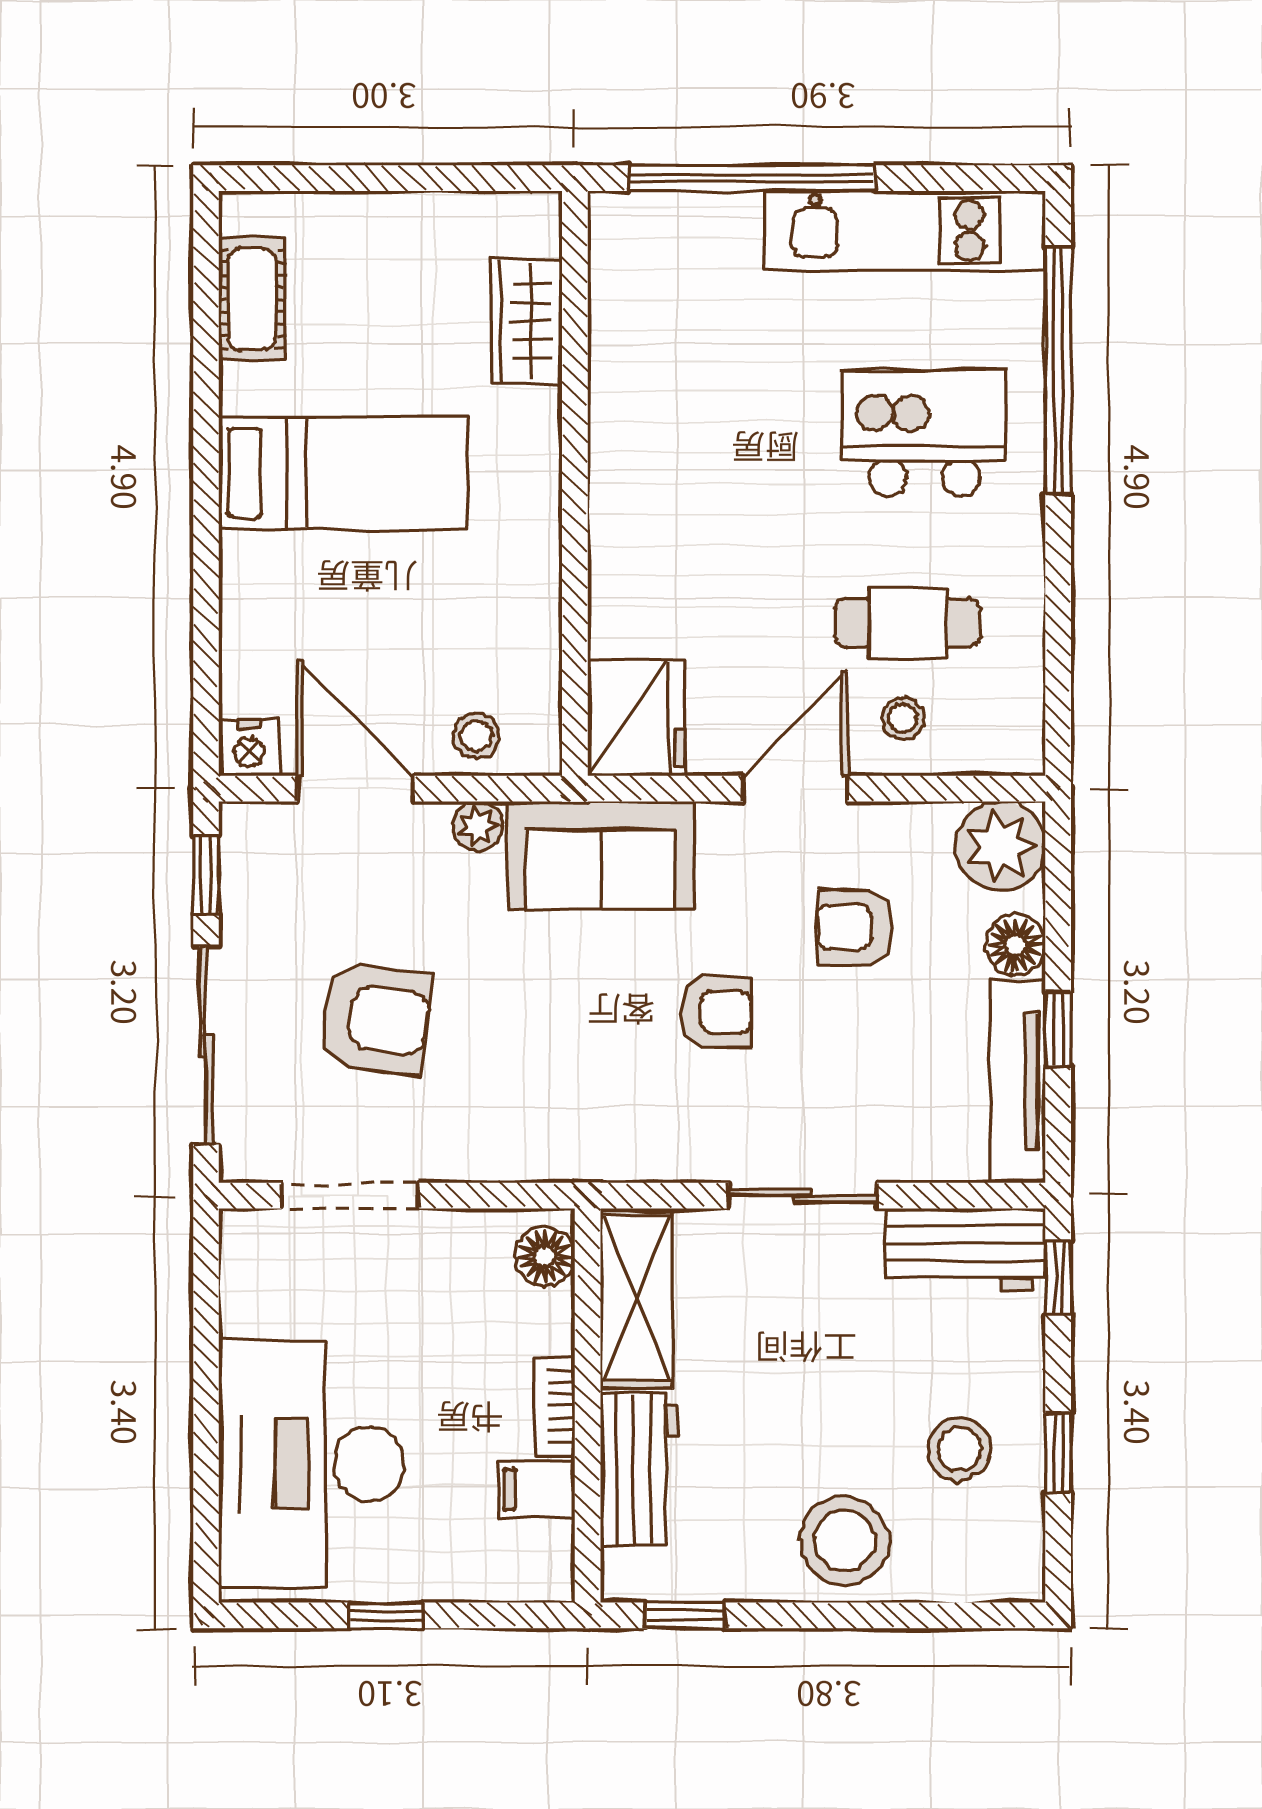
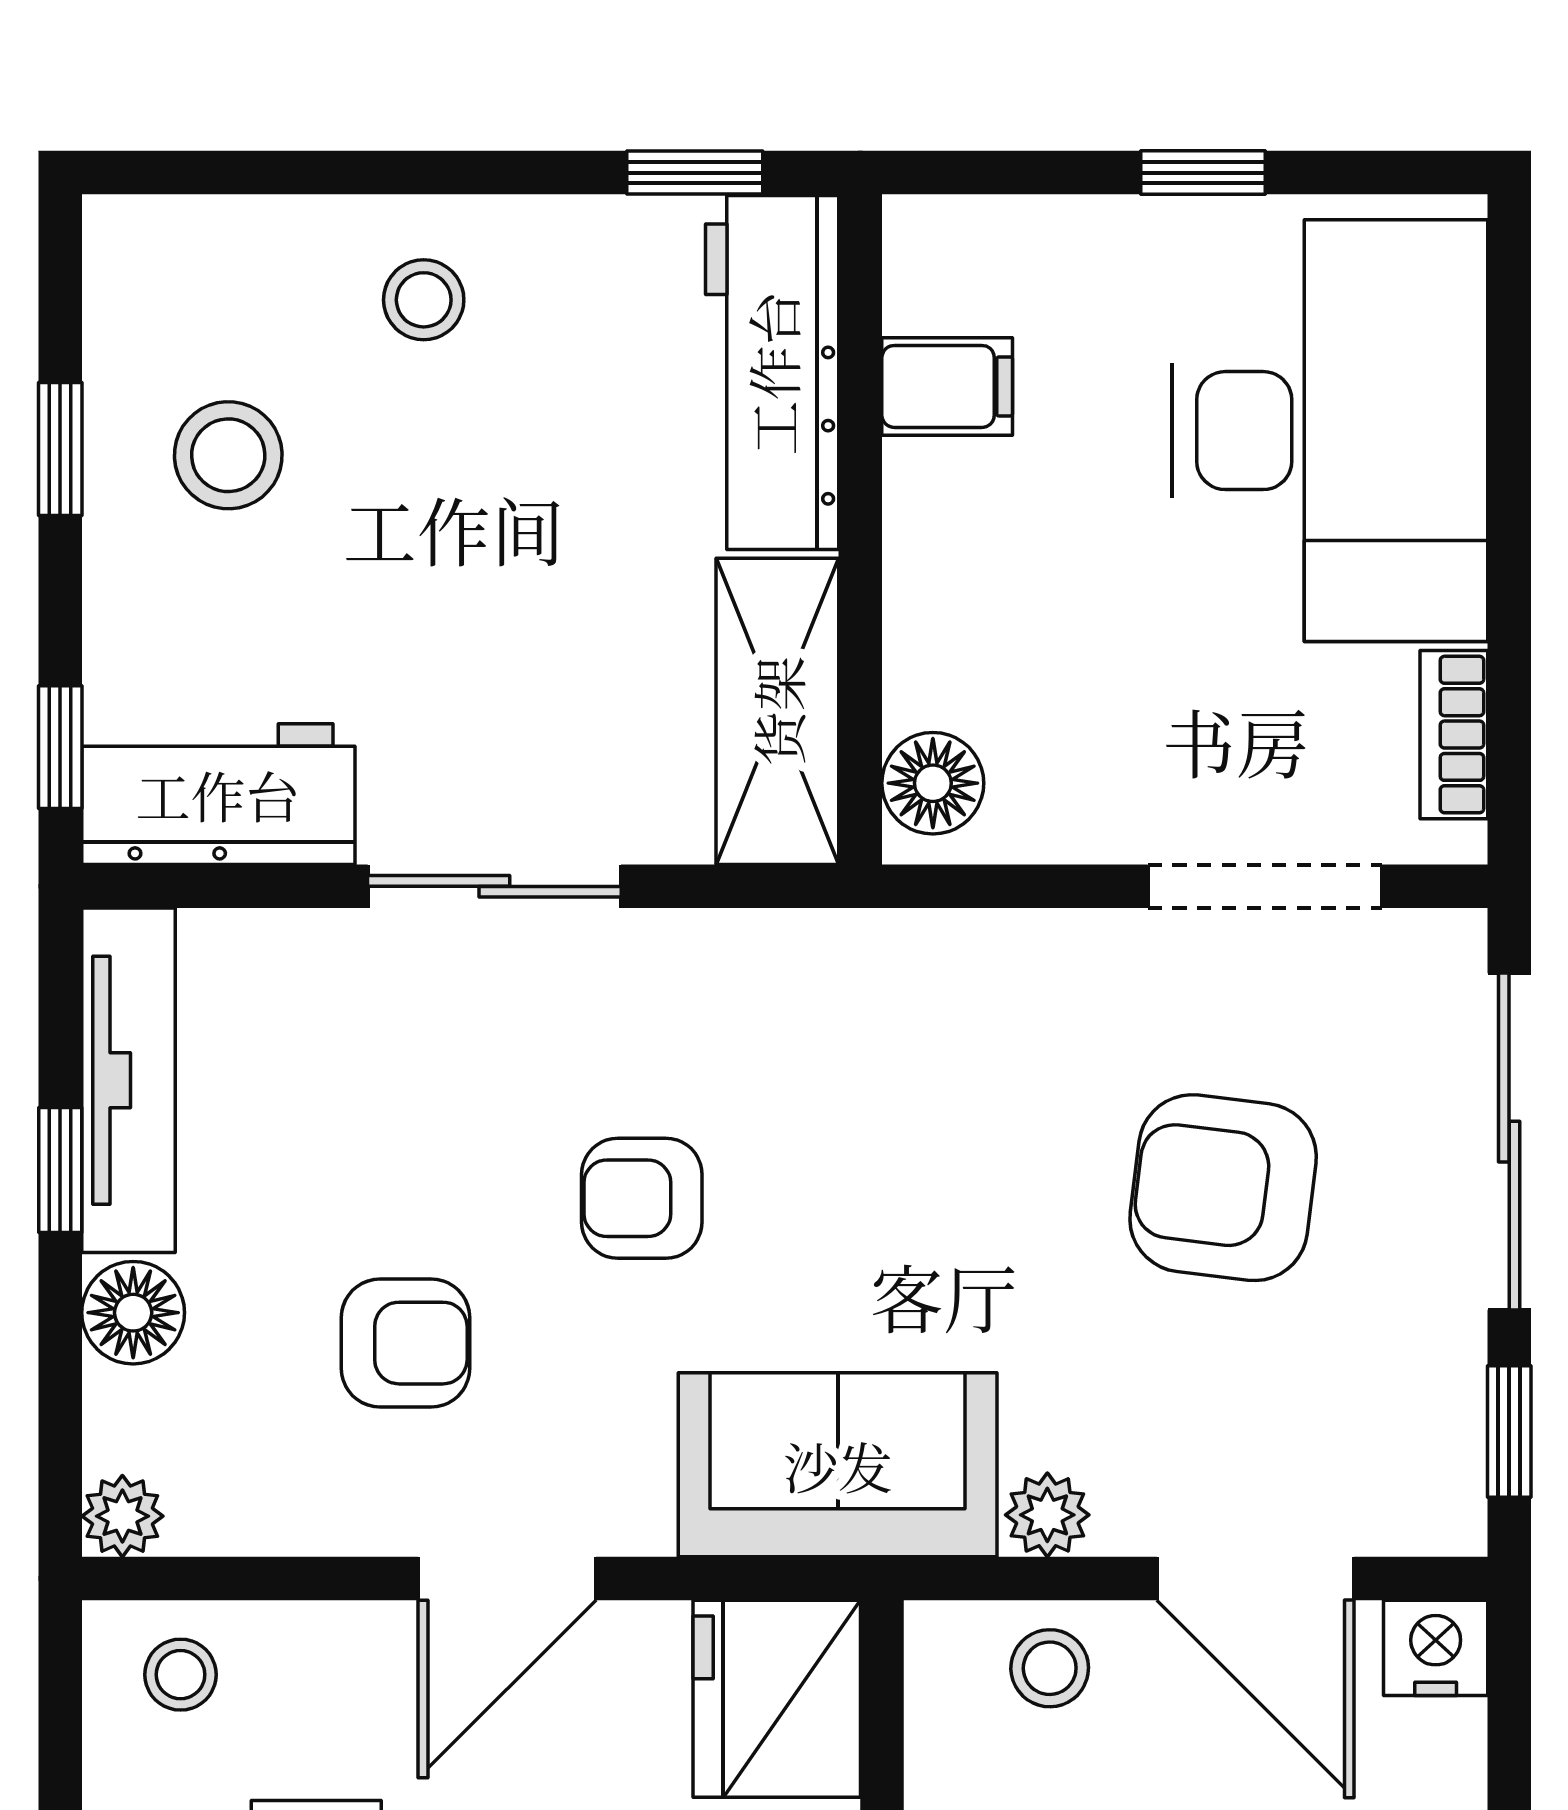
stool: (903, 718) -> (181, 1675), moved
plant: (1001, 846) -> (122, 1516), width x0.53, depth x0.53
bookcase: (555, 1406) -> (1454, 735), moved, turned 180
workbench: (639, 1469) -> (772, 373), width x1.38
stool: (844, 1541) -> (424, 300), width x0.53, depth x0.53

